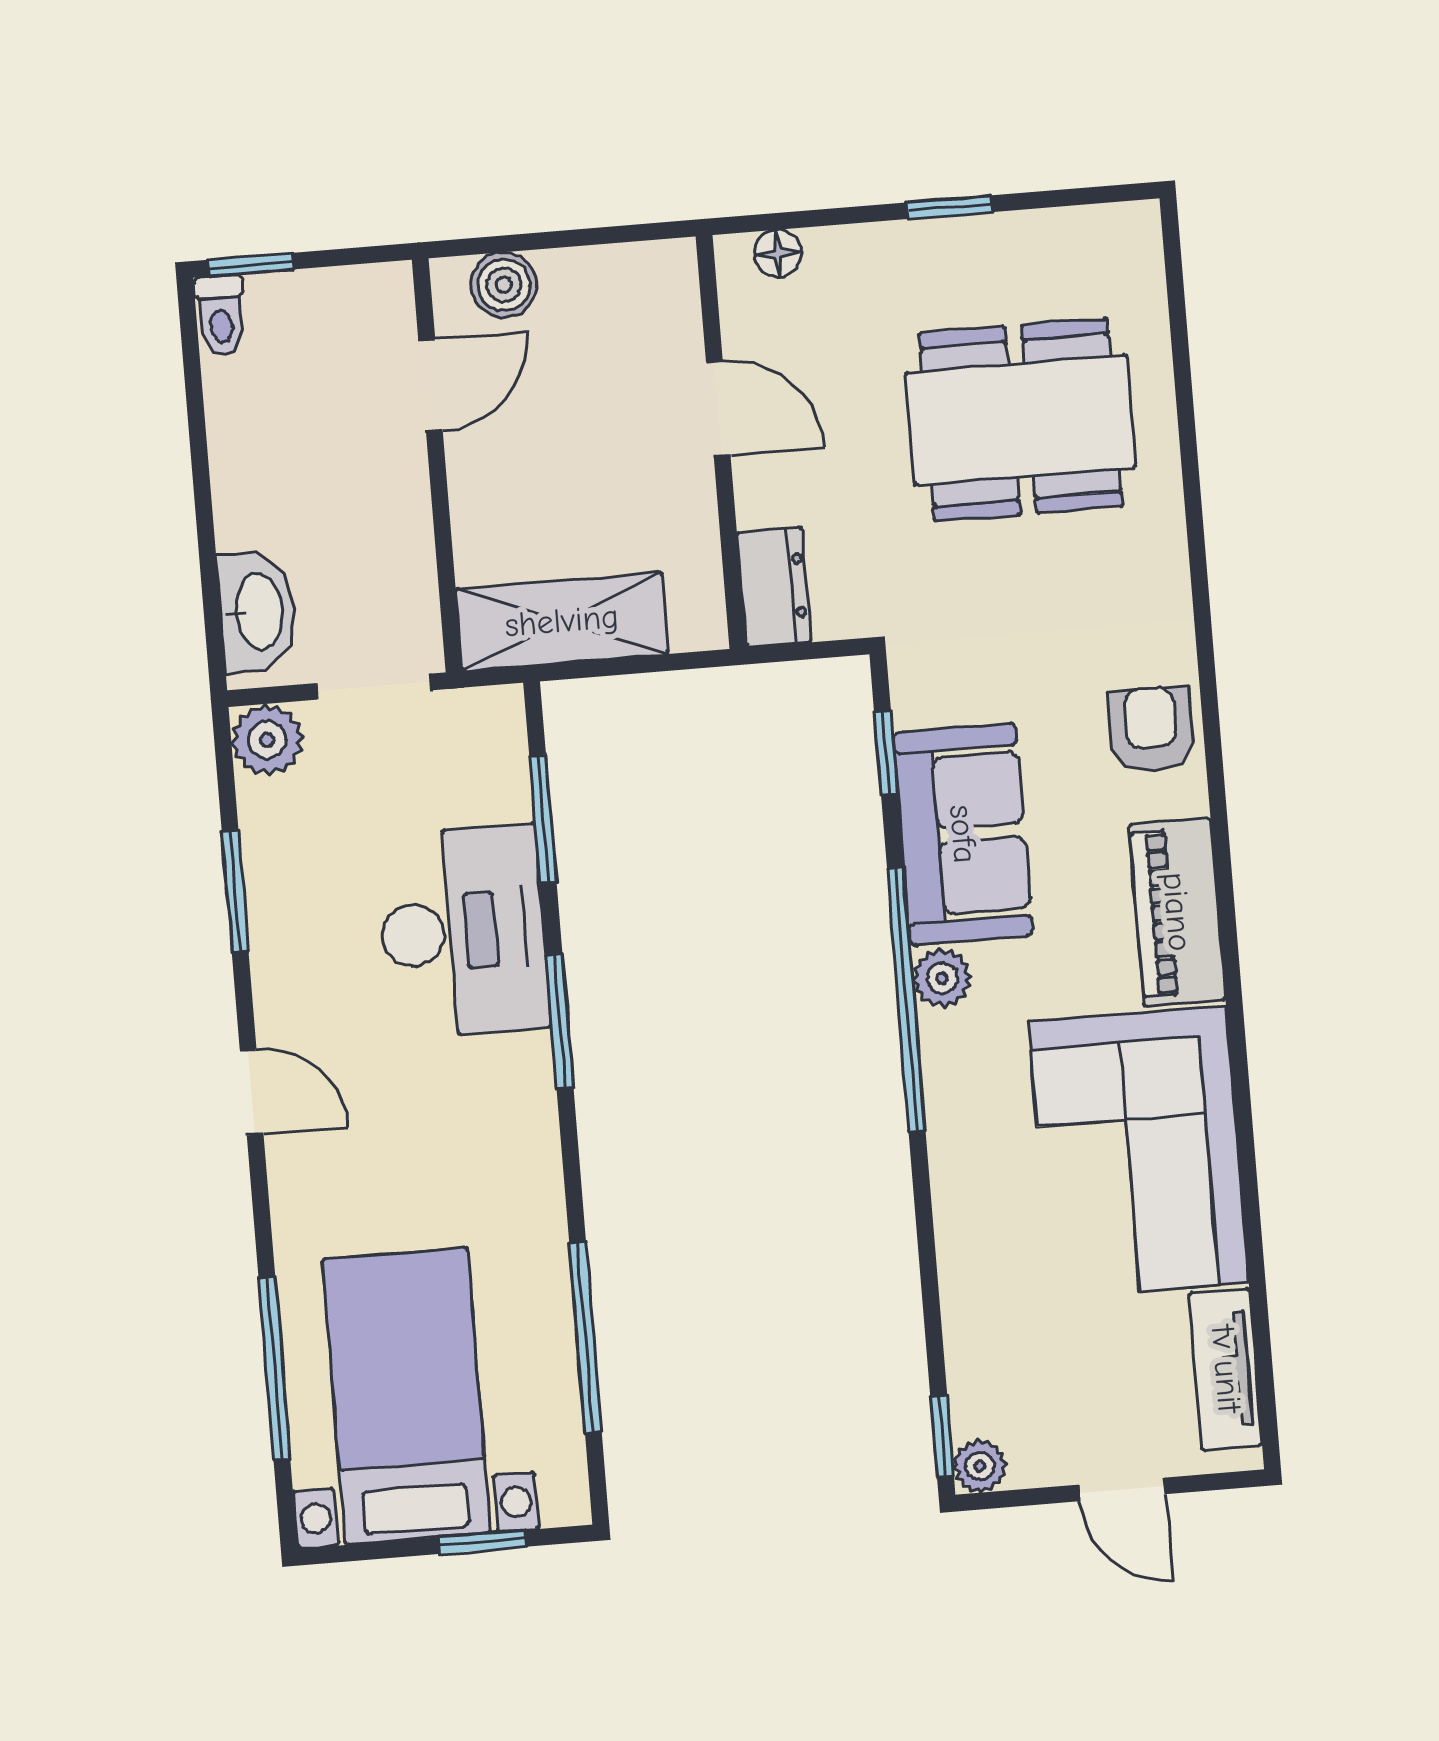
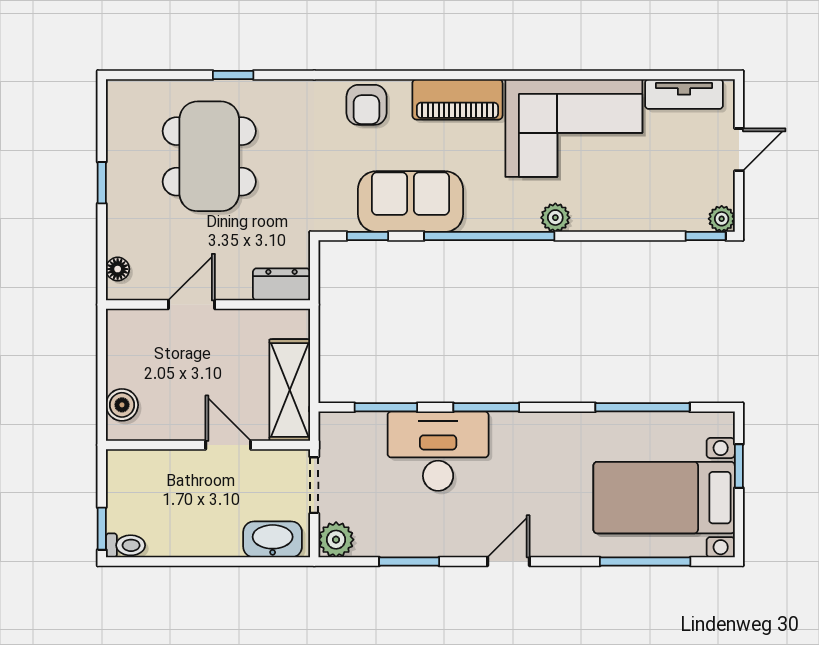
door: (431, 385) -> (228, 445), moved
window: (1189, 455) -> (233, 75), added
armchair: (1151, 729) -> (366, 105), turned -90
plant: (942, 978) -> (555, 218), moved

